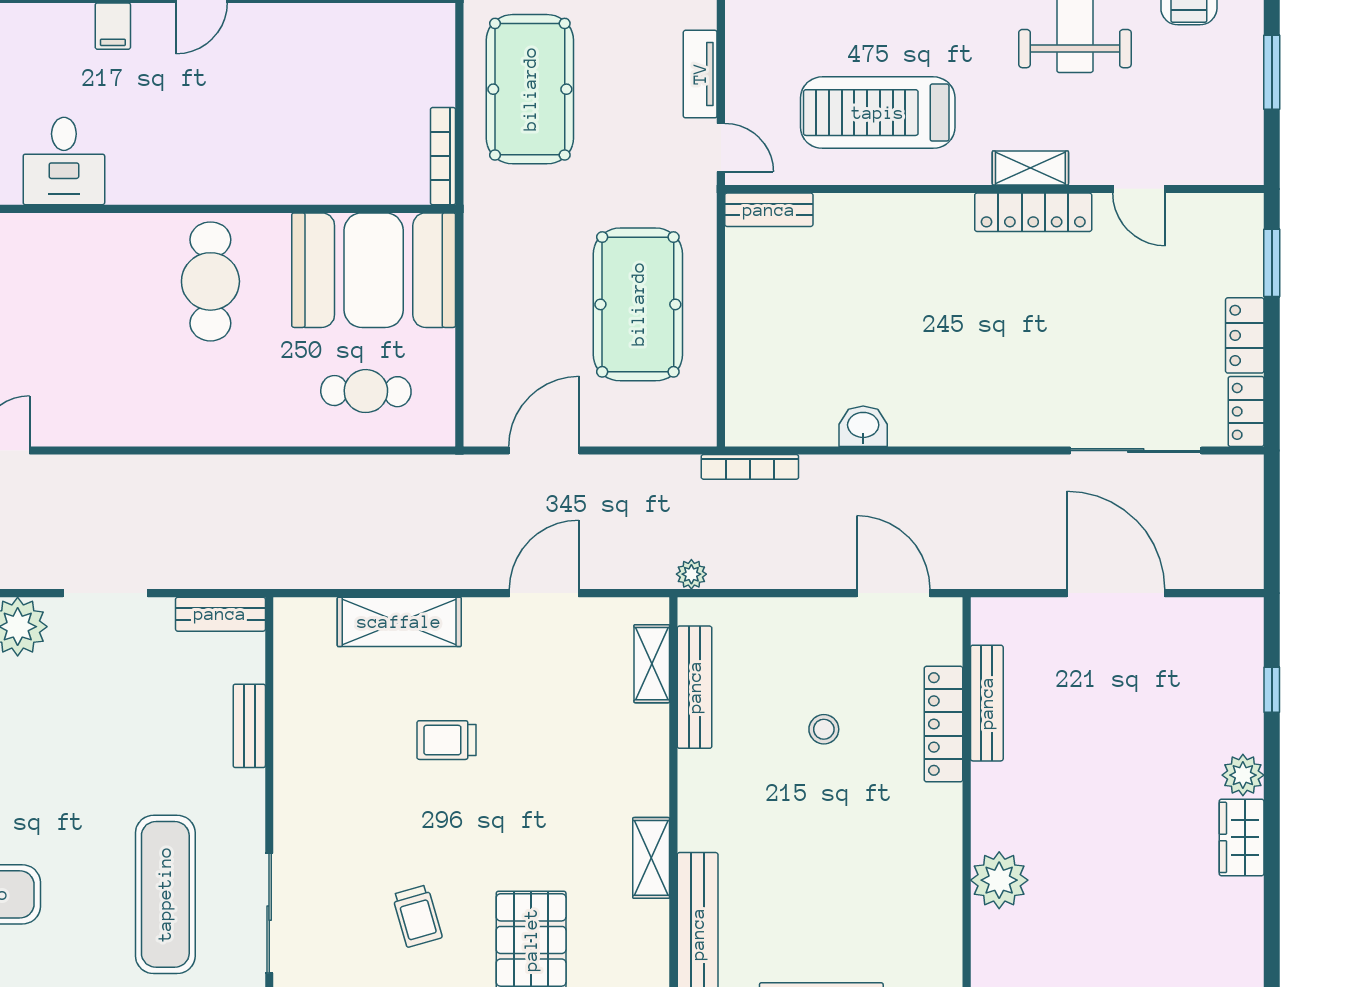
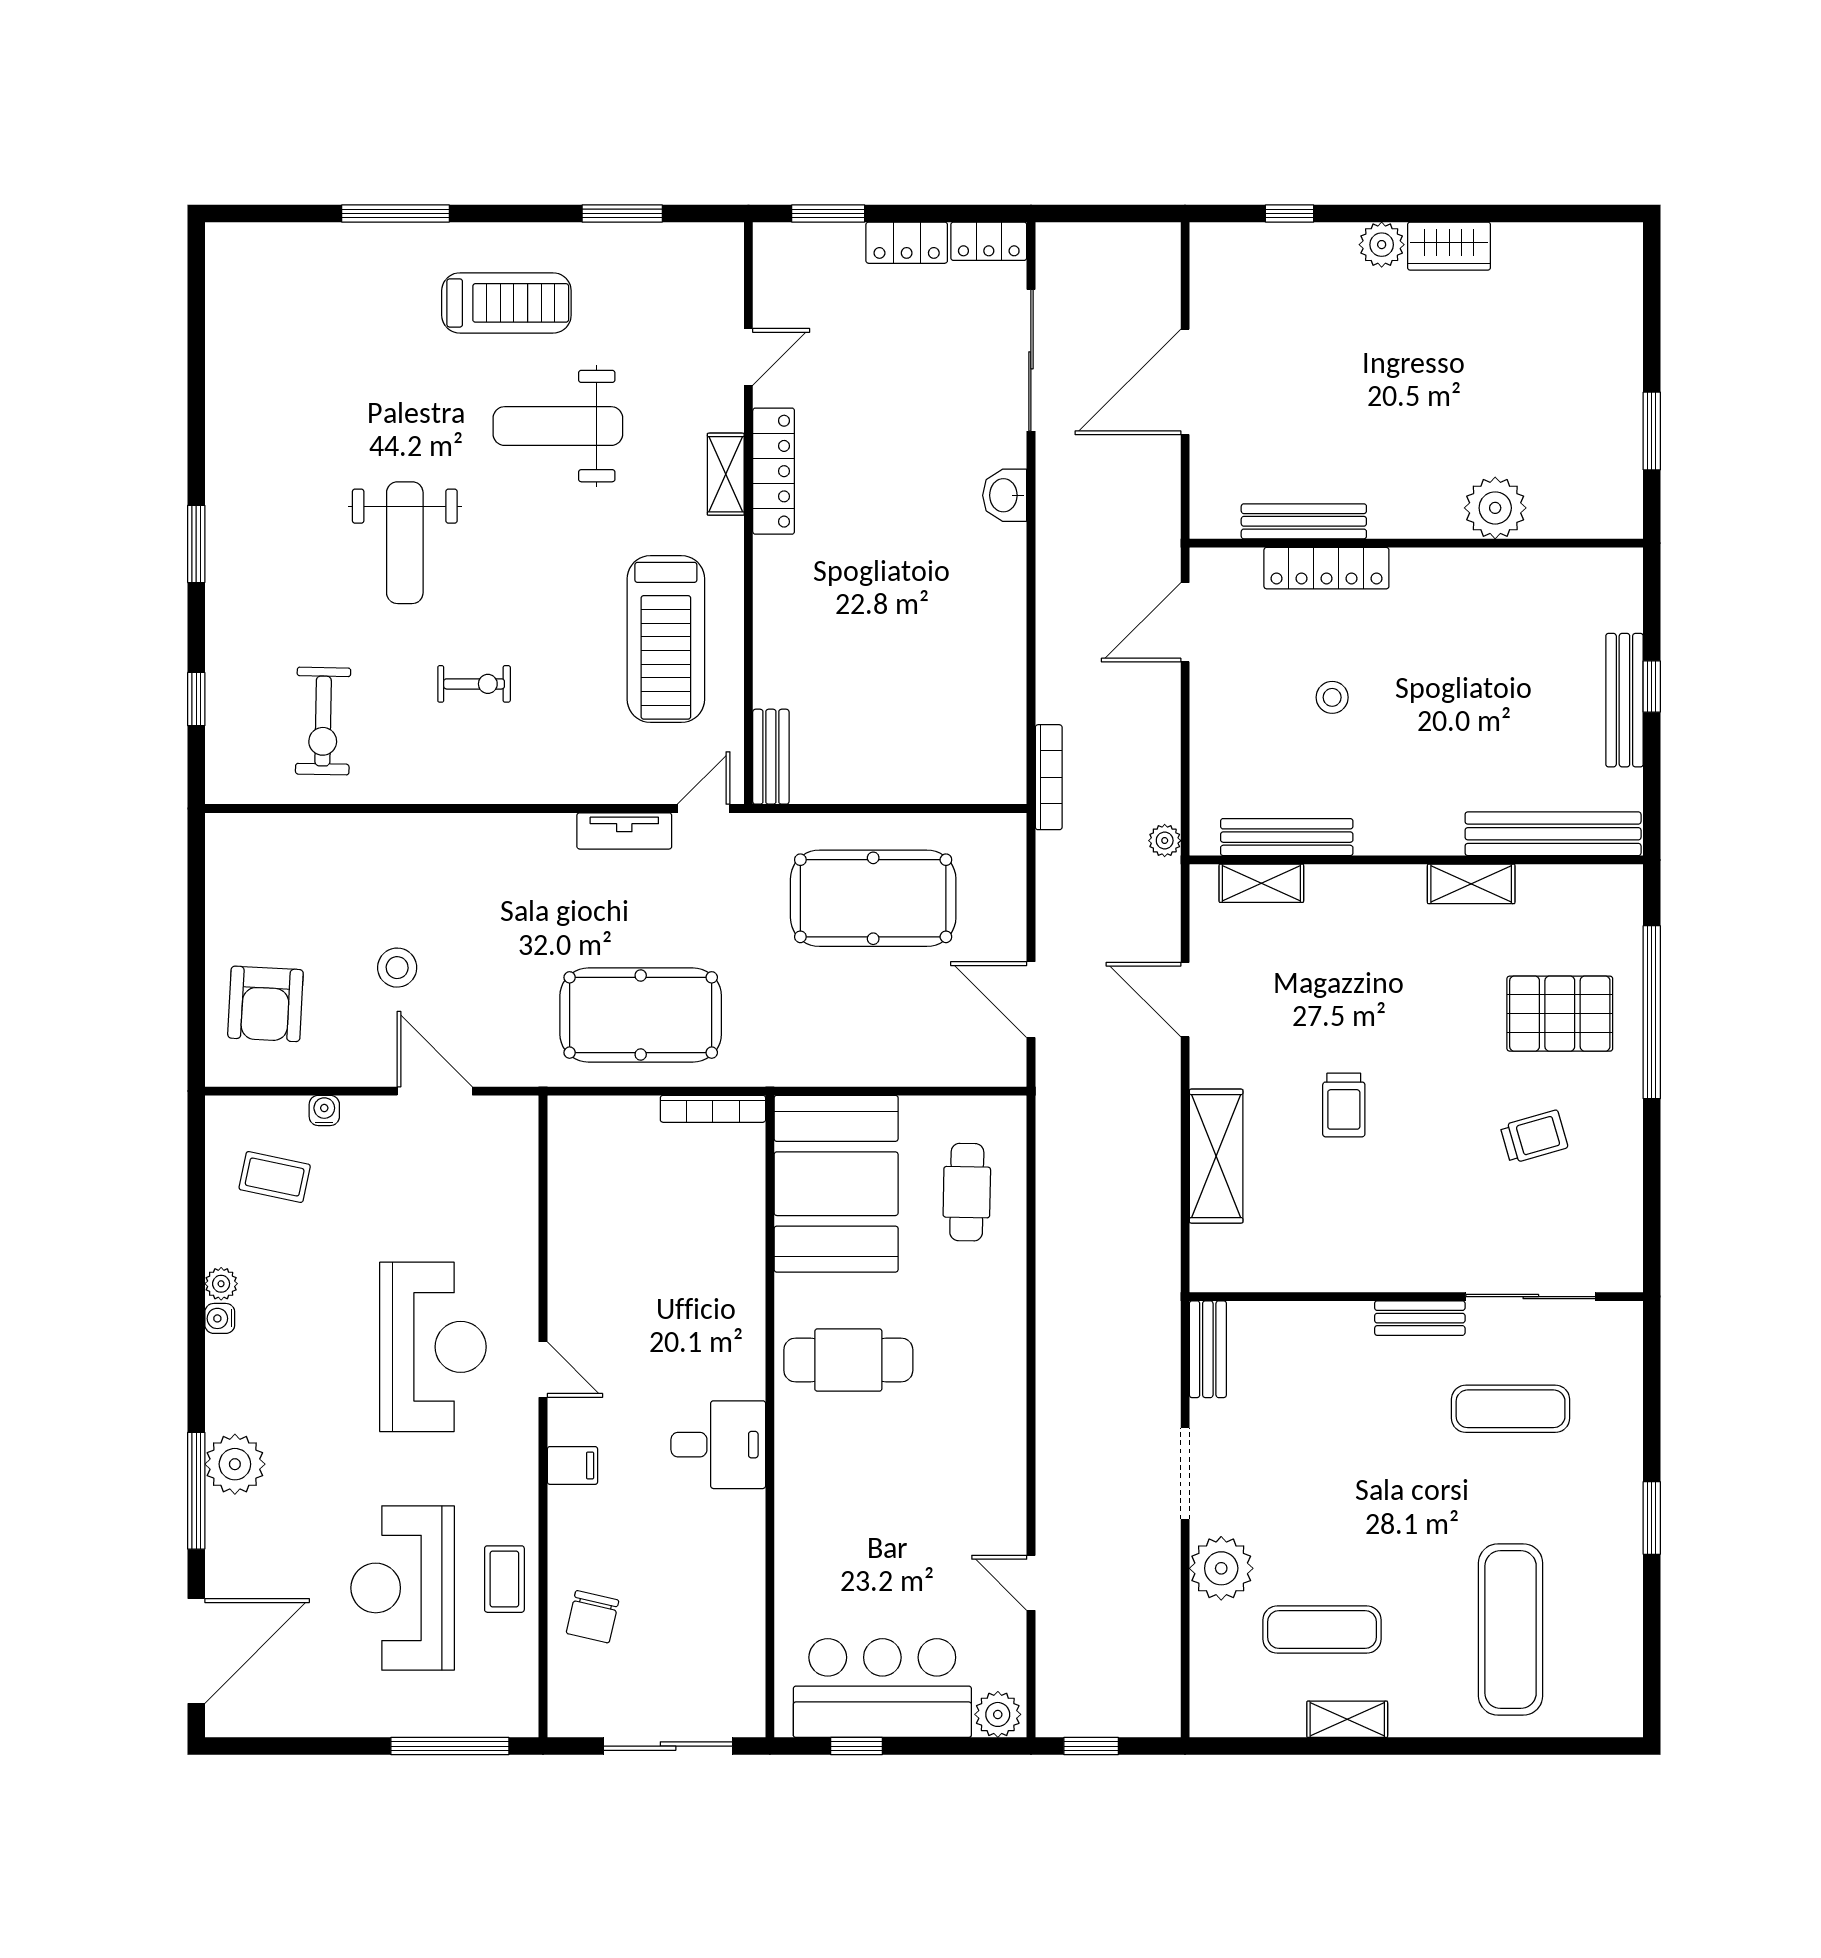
desk: (64, 161) -> (718, 1445), moved
washbasin: (863, 426) -> (1005, 495), moved
bench: (249, 726) -> (1420, 1318), moved
exercise mat: (165, 894) -> (1511, 1409), width x0.73, depth x0.69

